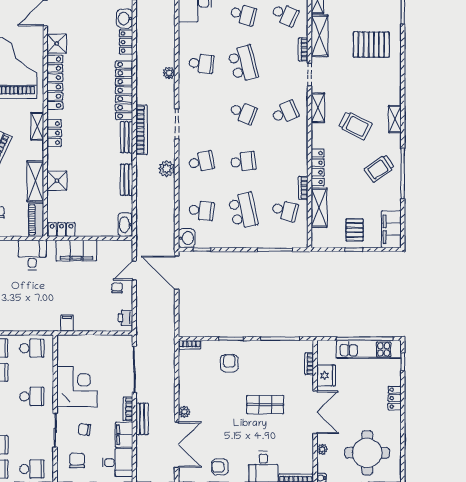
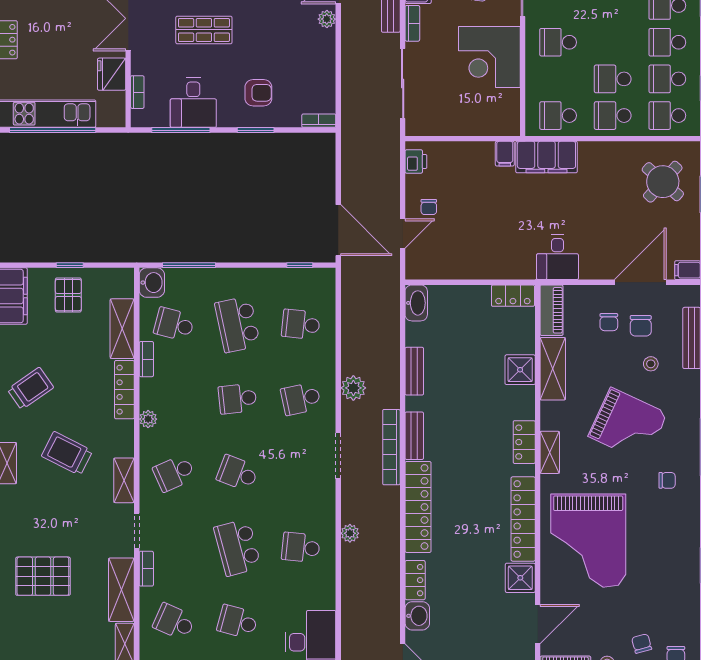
plant: (302, 148) -> (148, 419), added
washbasin: (187, 238) -> (152, 283), moved, turned 180
filing cabinet: (76, 250) -> (546, 157), moved, turned 180
desk: (272, 357) -> (193, 103), added
armchair: (229, 363) -> (258, 93), turned -90

